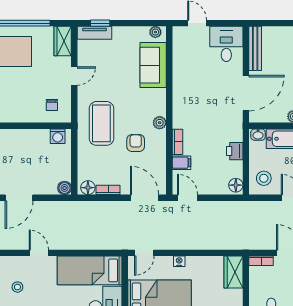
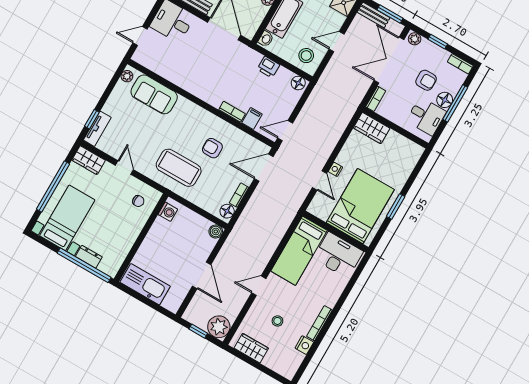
plant: (160, 123) -> (207, 117), removed
door: (144, 253) -> (319, 180), moved

